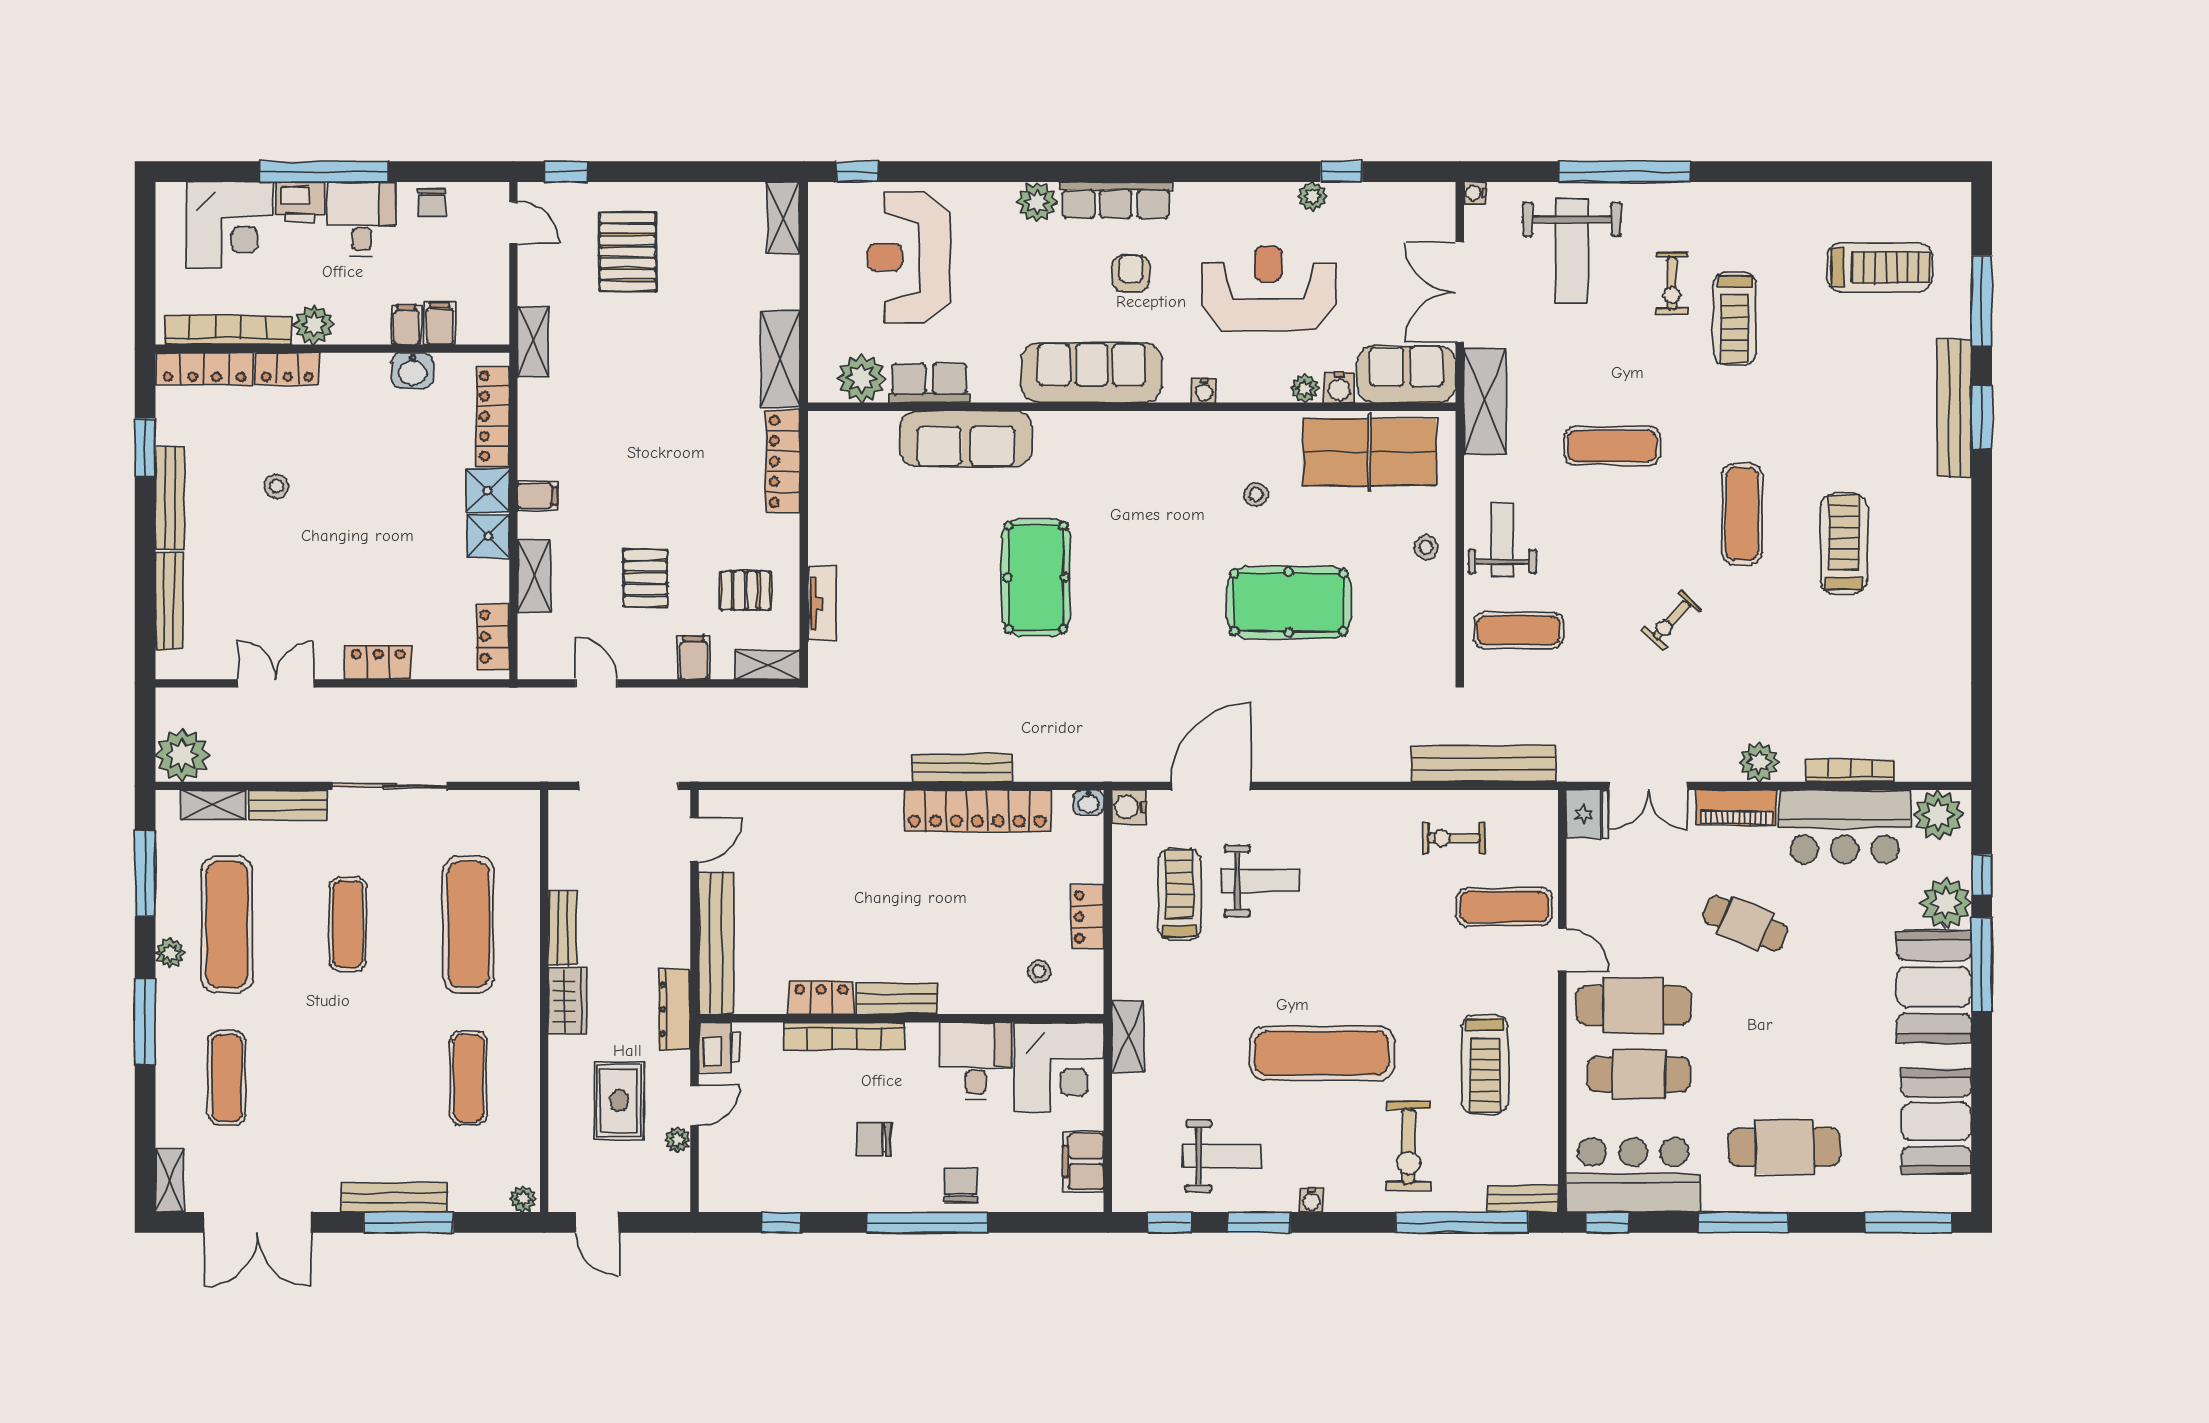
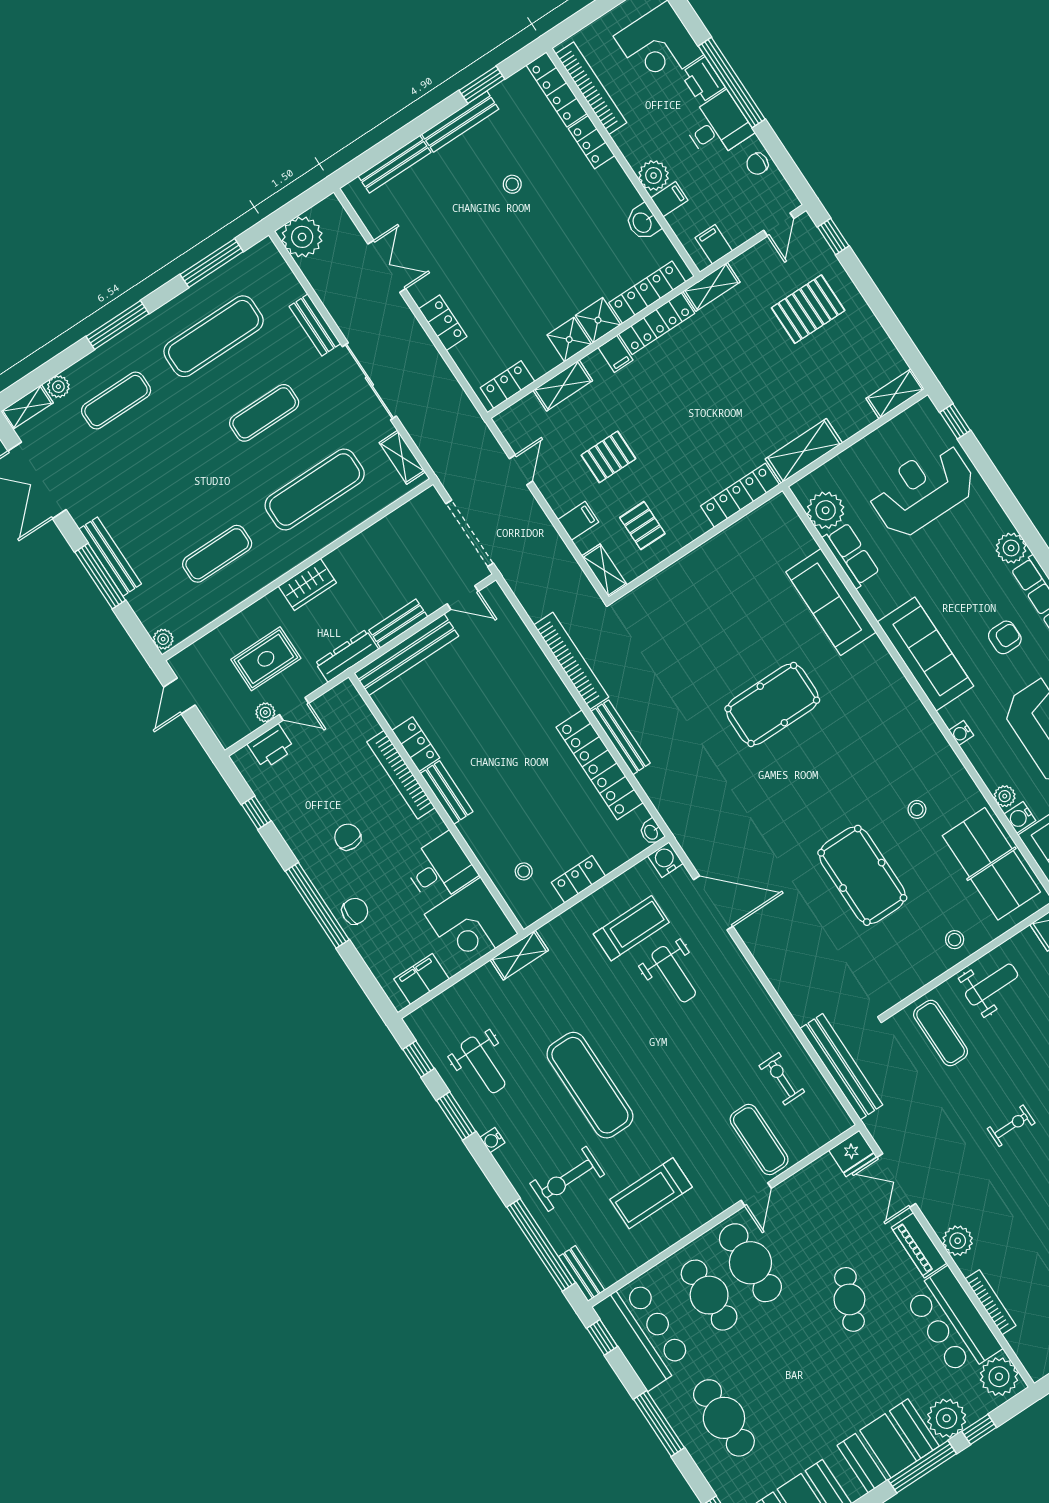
filing cabinet: (440, 323) -> (714, 244), moved, turned -90
plant: (314, 325) -> (654, 175), moved
locker: (534, 429) -> (657, 324), added
tv unit: (822, 604) -> (666, 580), removed
exercise bike: (1672, 620) -> (1011, 1126), turned 136
bookcase: (843, 767) -> (571, 661), added
shelving: (213, 805) -> (402, 457), moved
bench: (562, 928) -> (398, 623), moved
plant: (170, 953) -> (58, 387), moved
printer: (719, 1047) -> (271, 746), moved

